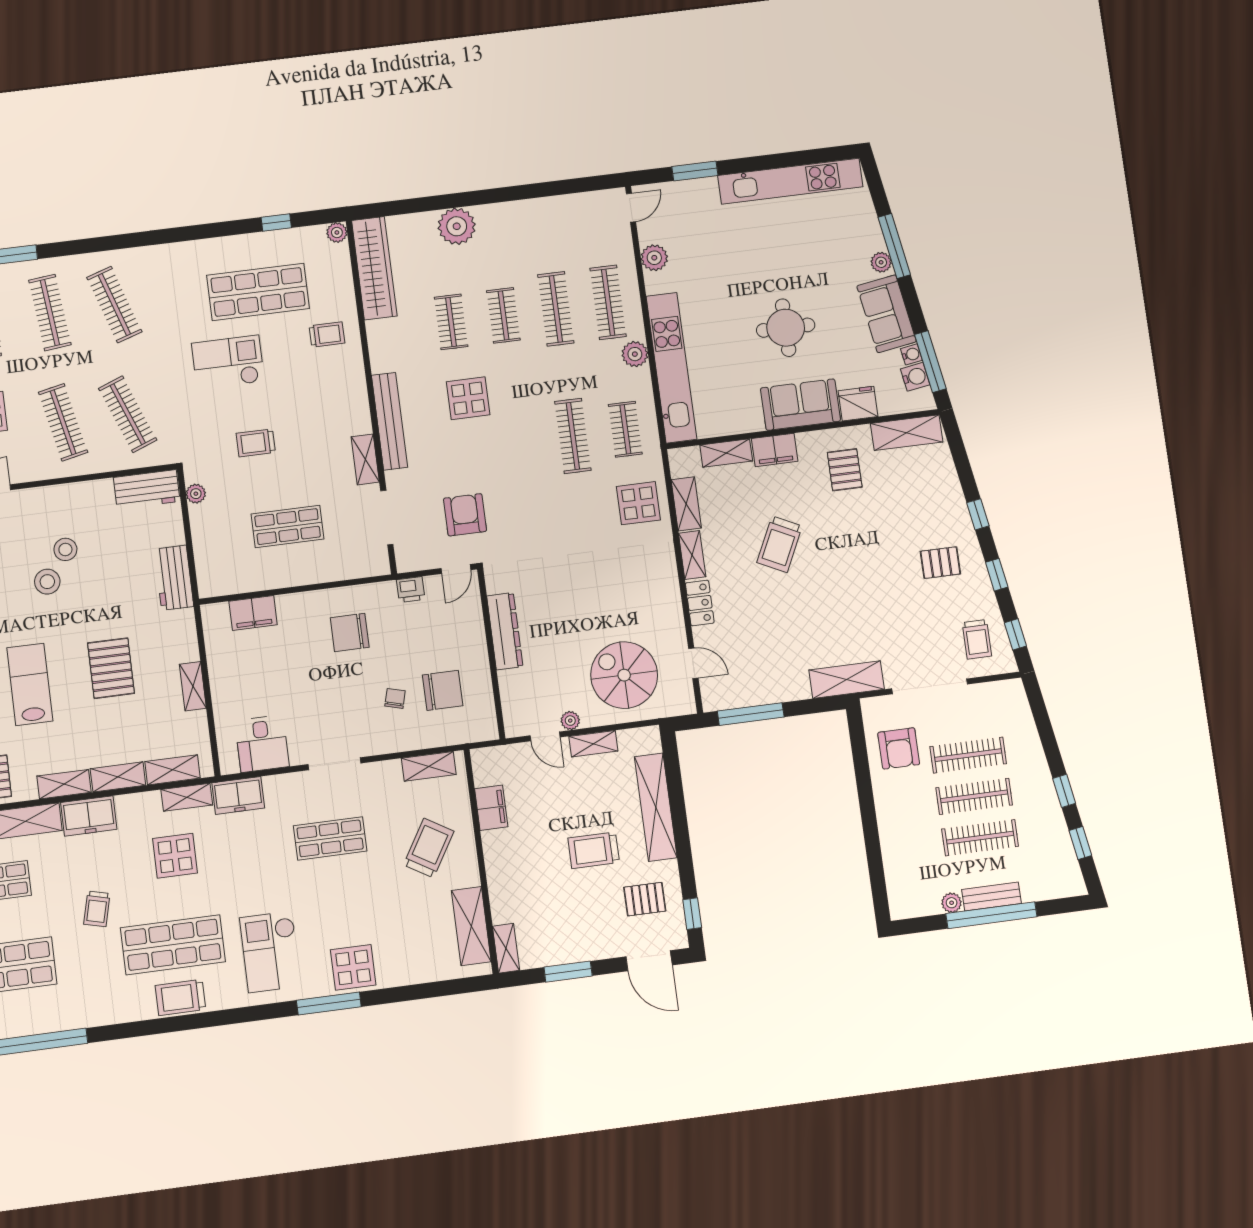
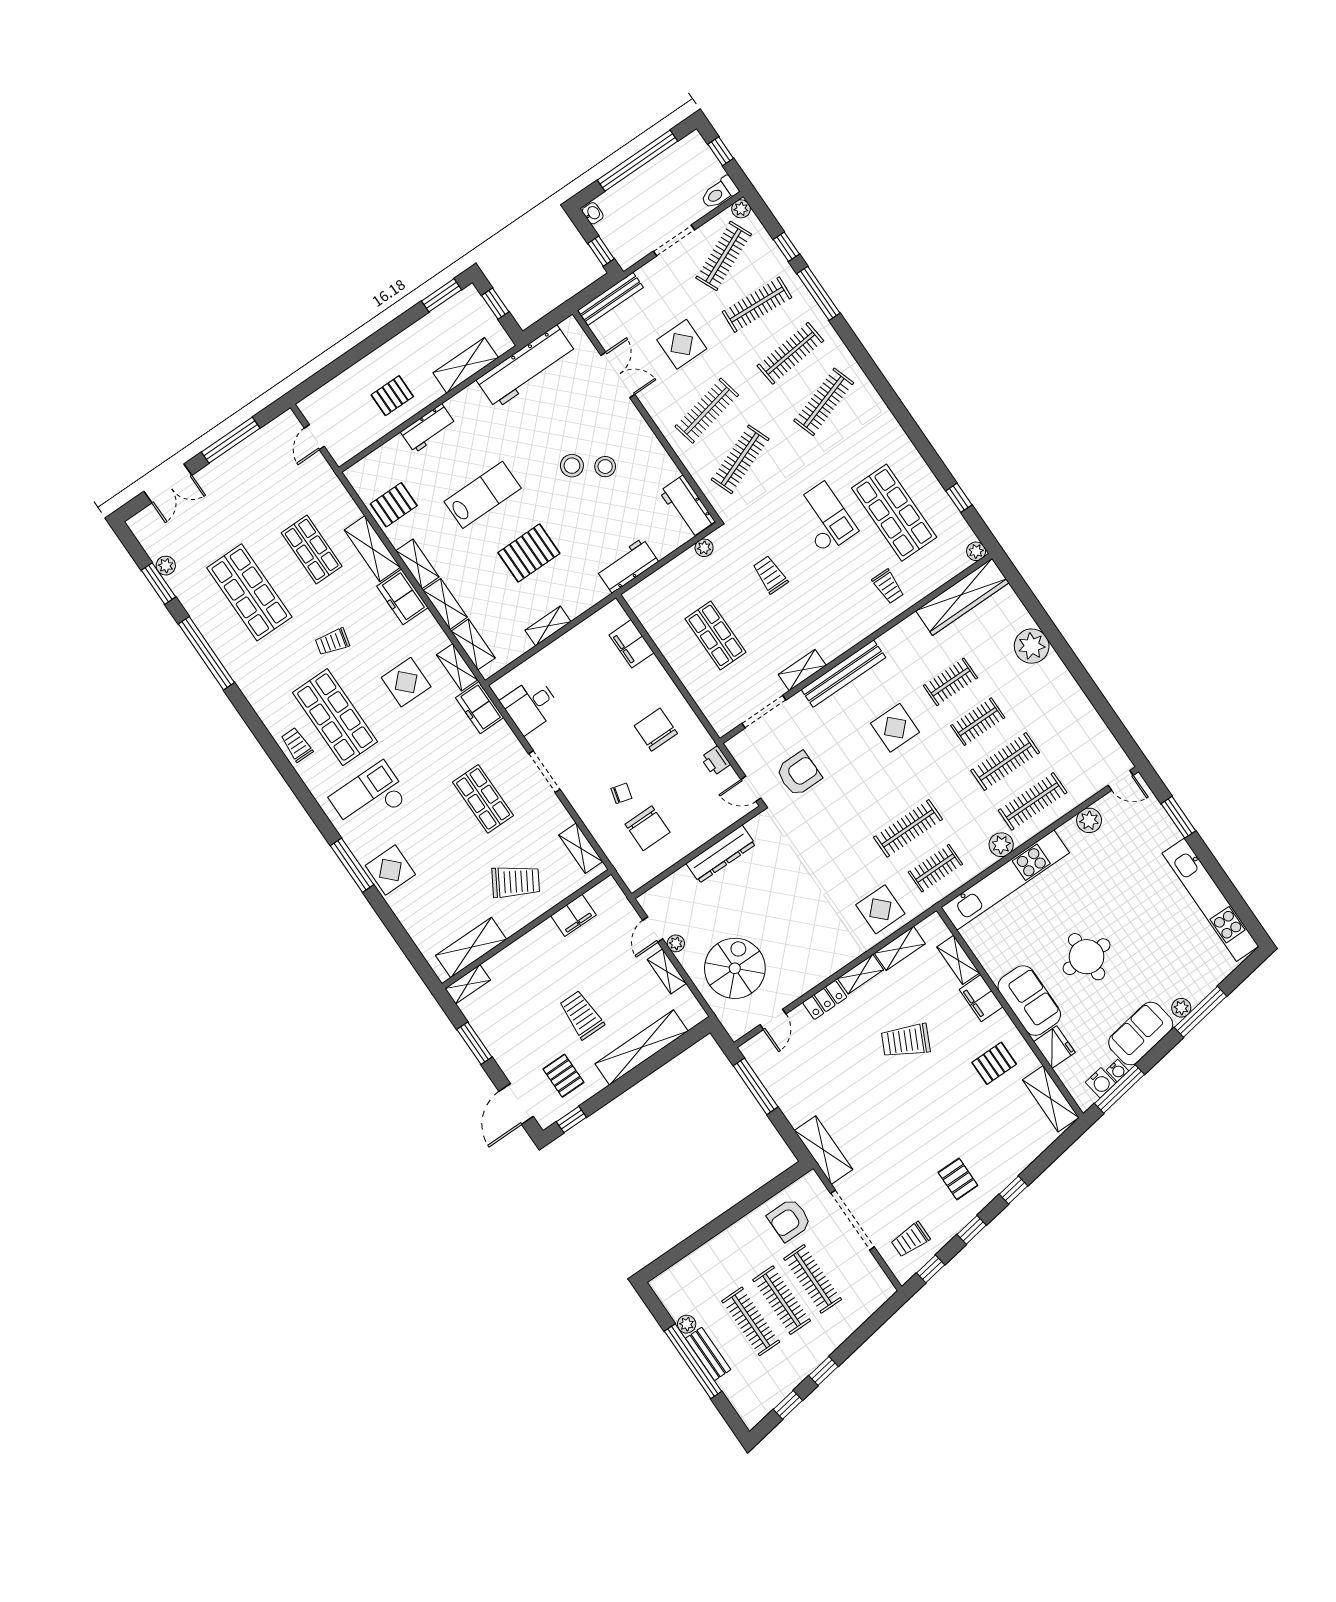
trolley: (181, 997) -> (297, 745), width x0.73, depth x0.72

